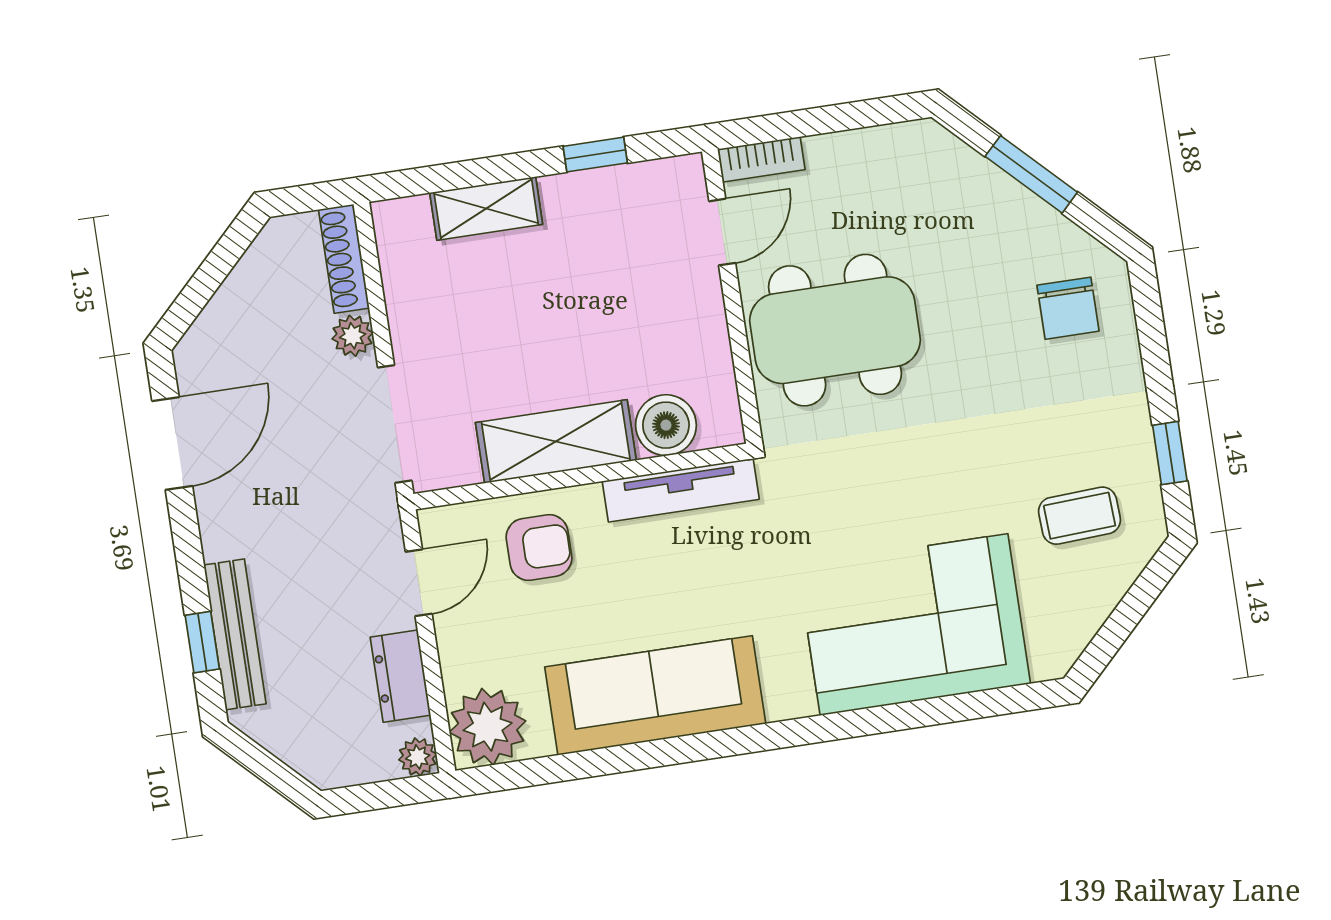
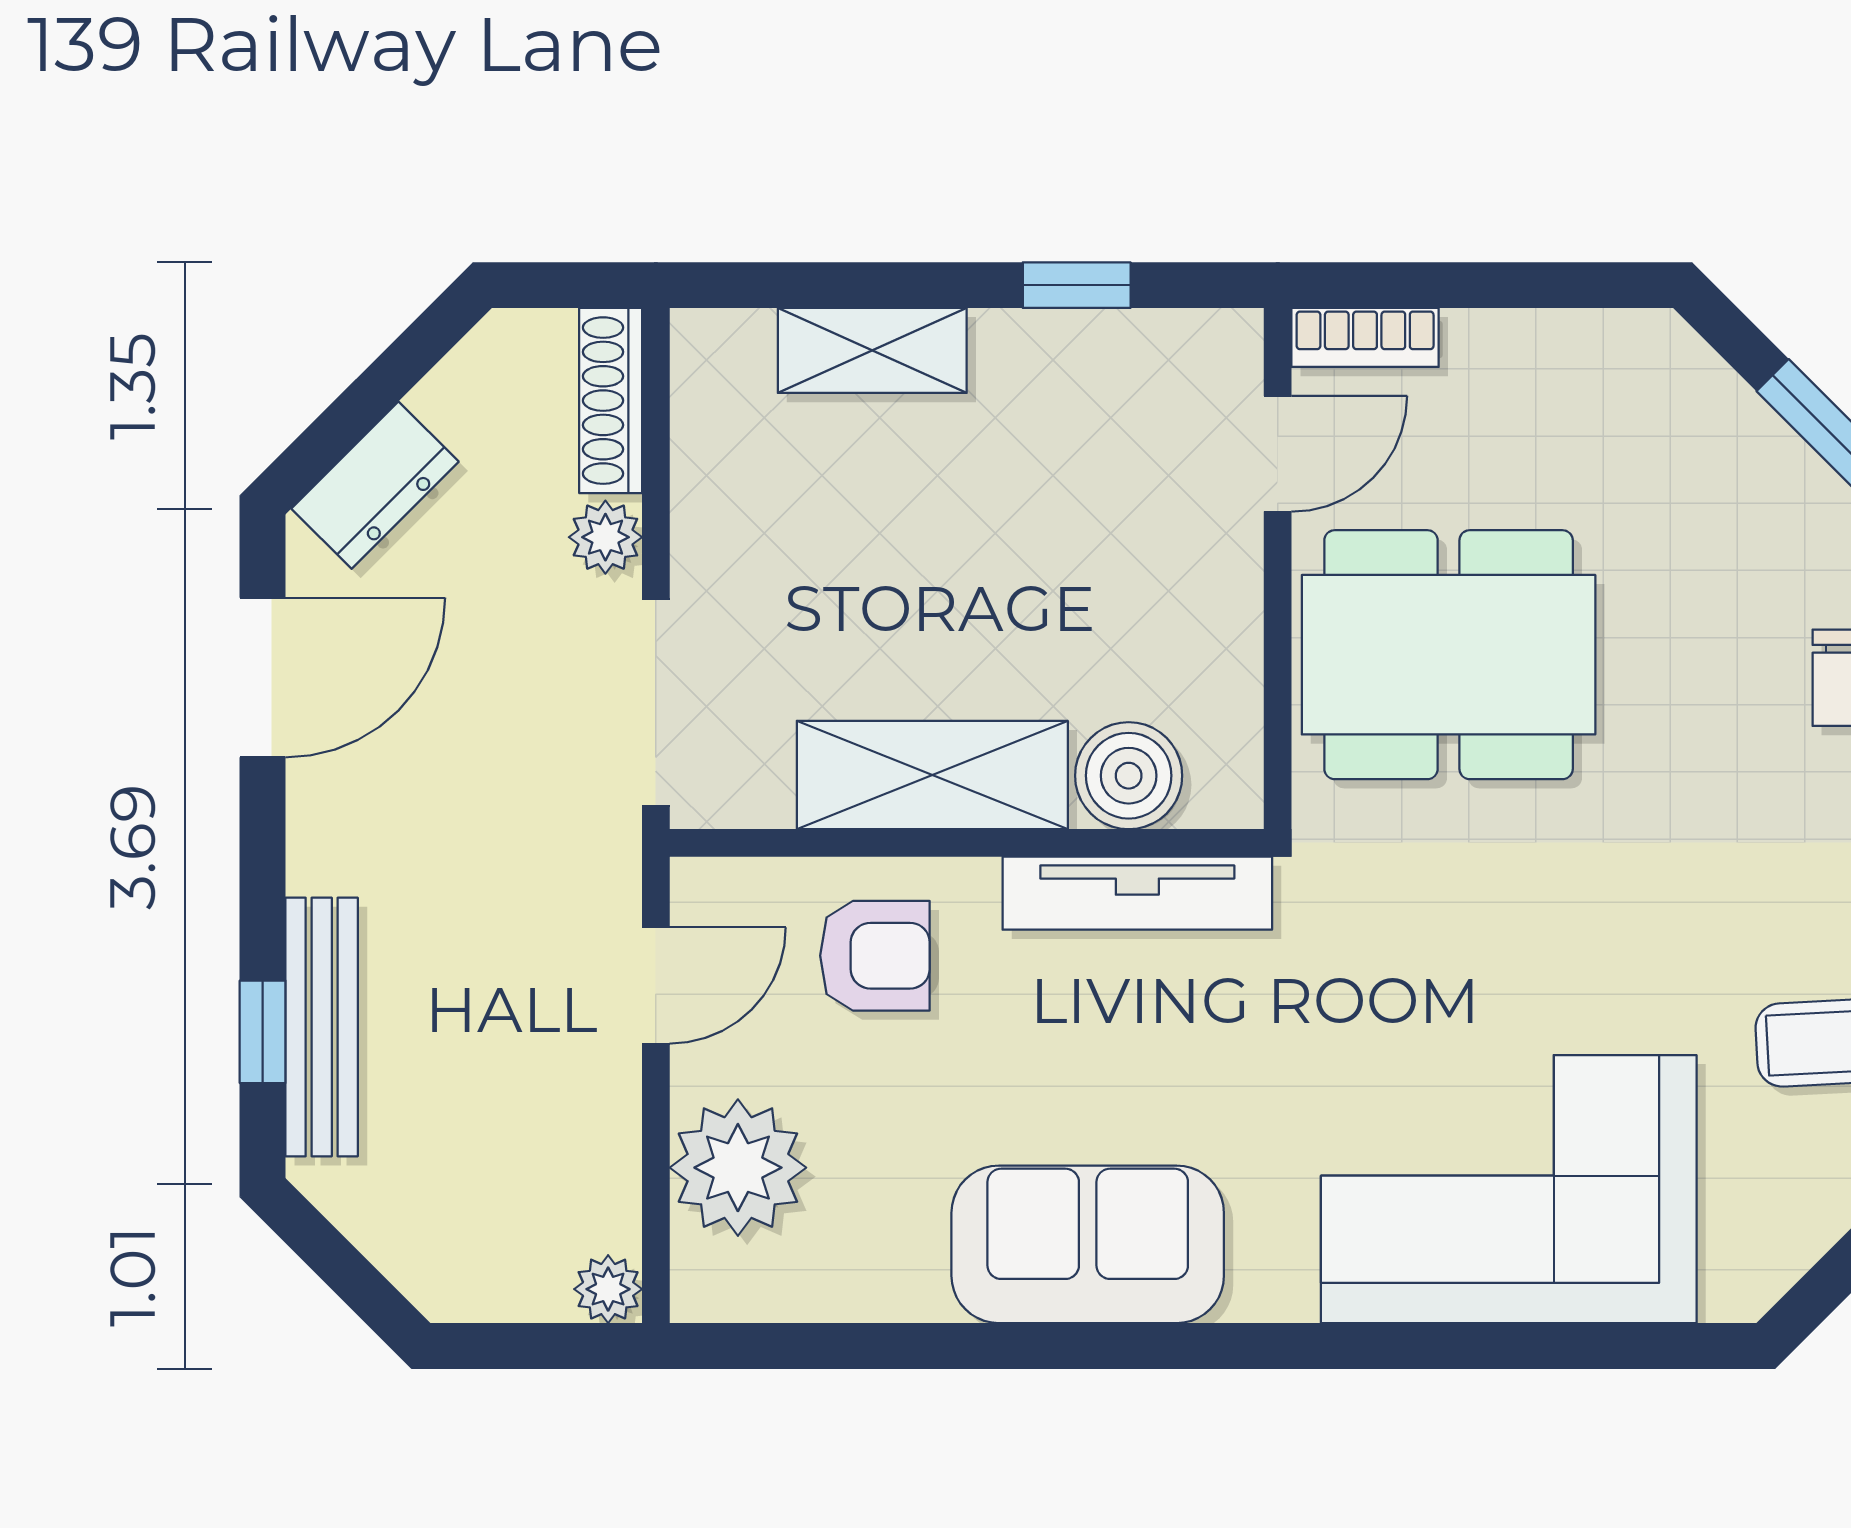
dresser: (401, 676) -> (375, 485), moved, turned -135
sofa: (655, 695) -> (1088, 1244), width x0.73
plant: (488, 727) -> (738, 1168), moved

